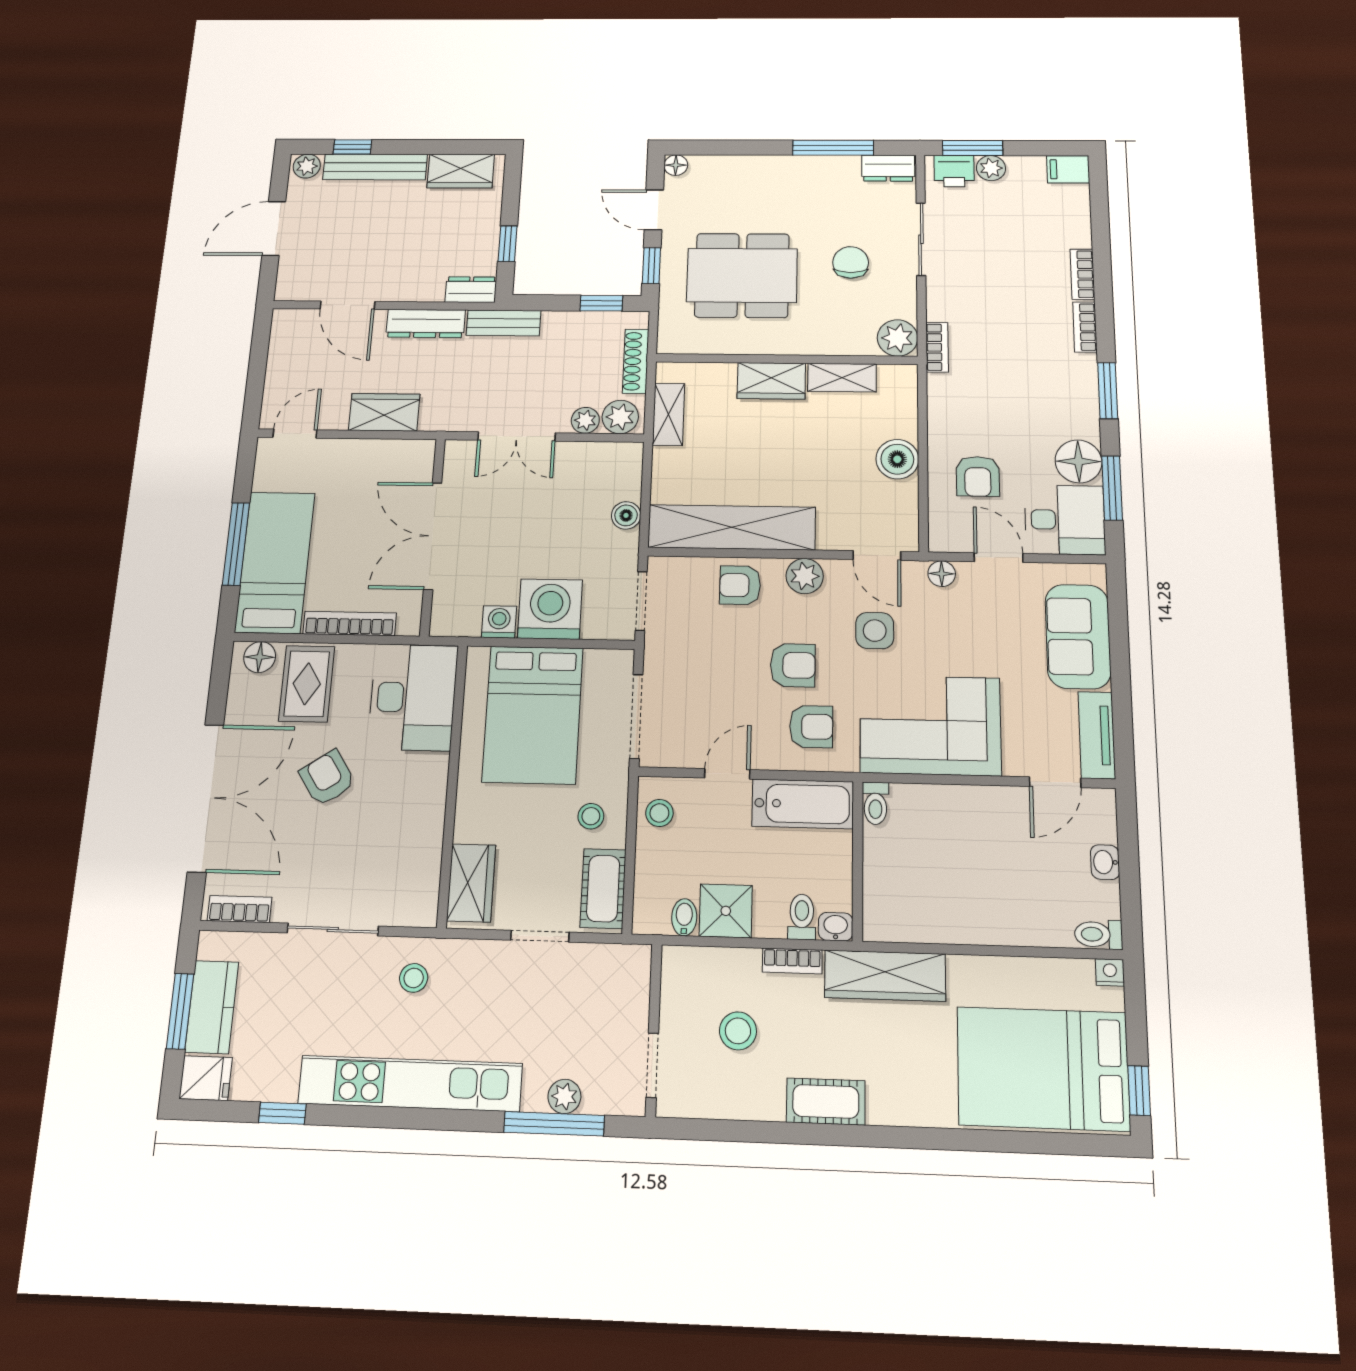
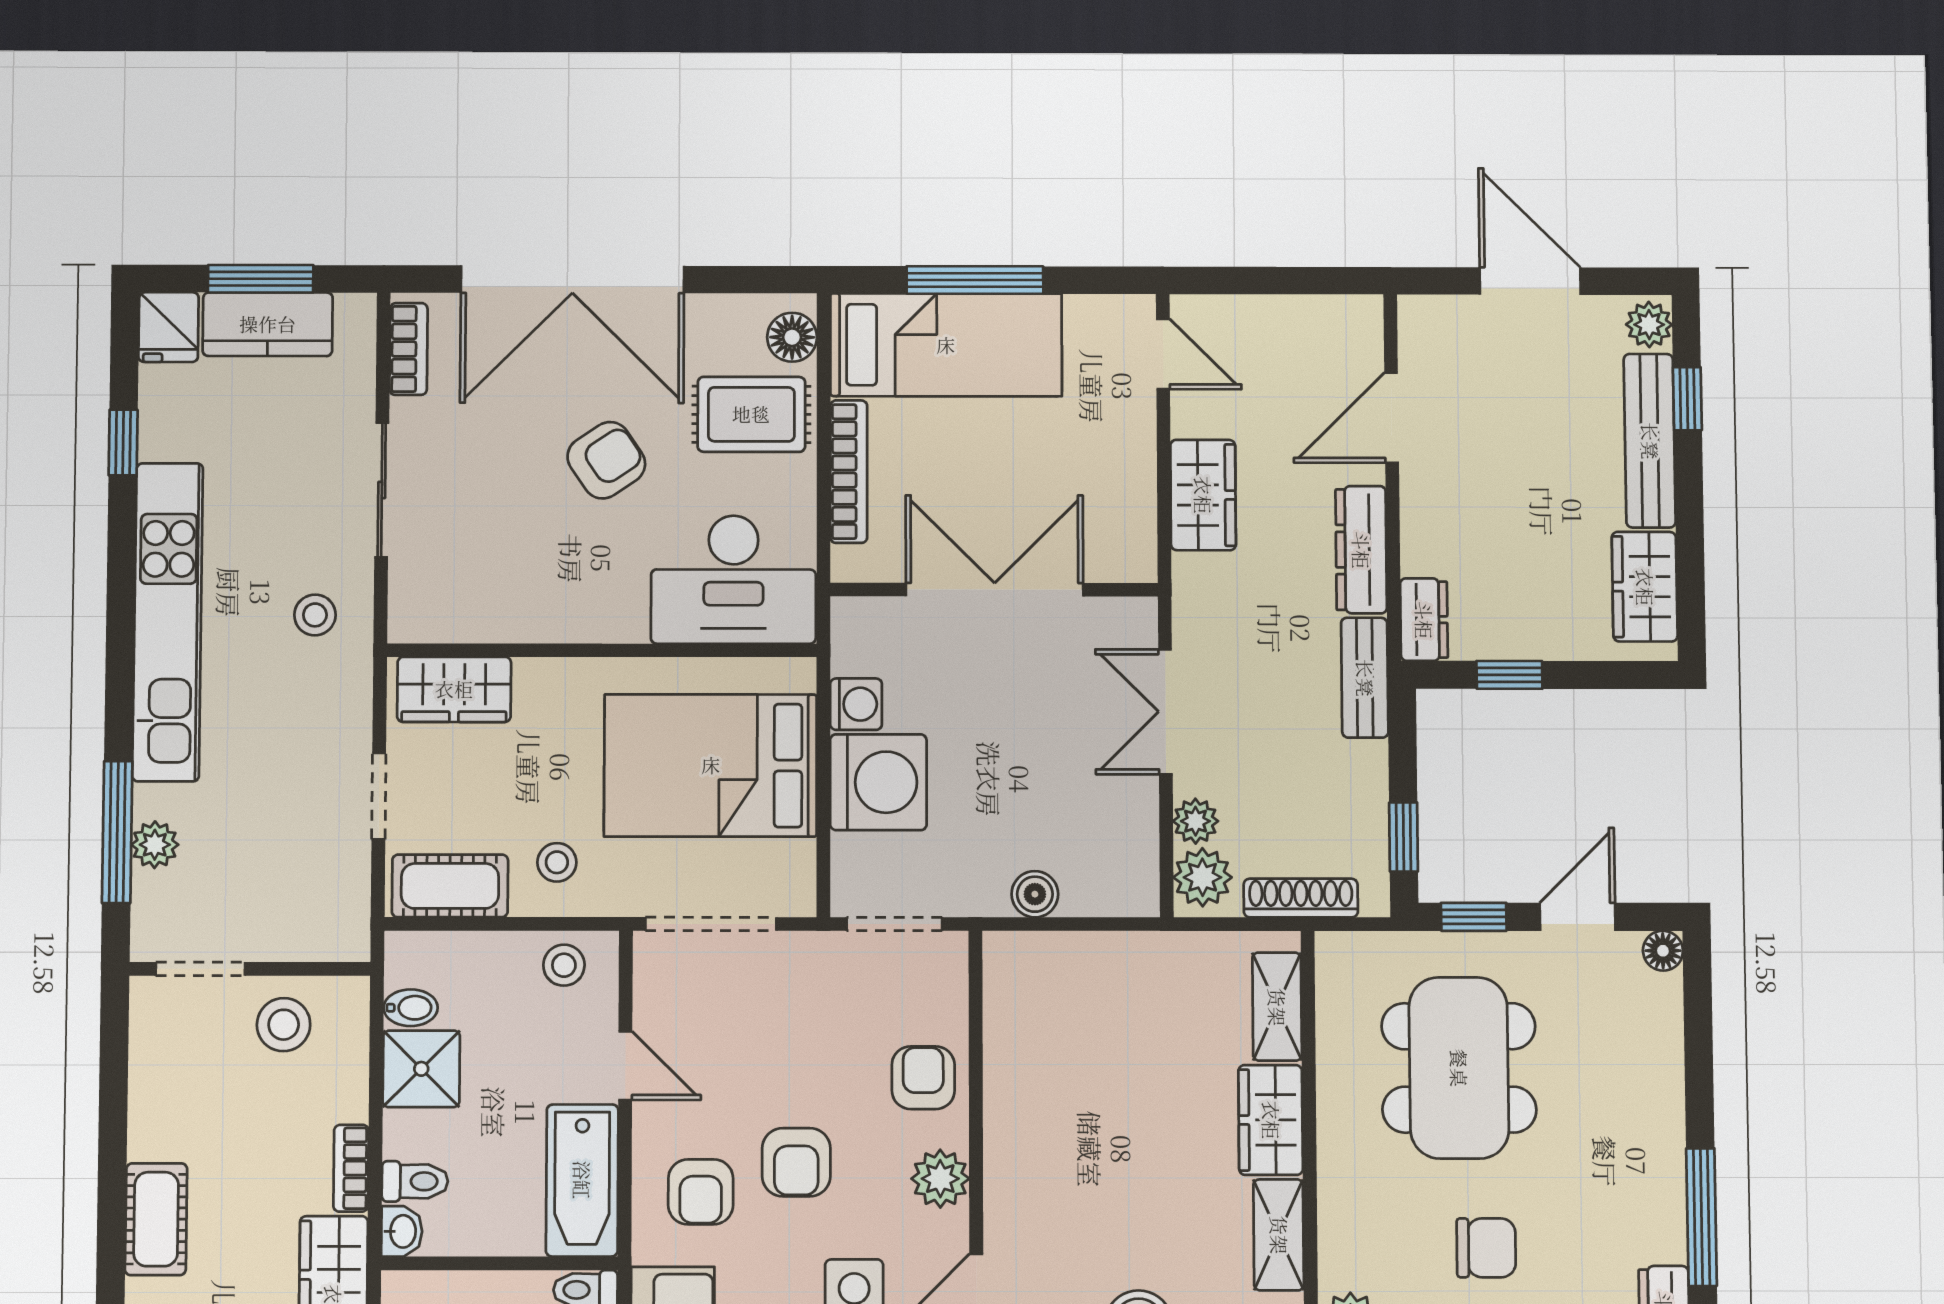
shelving: (668, 414) -> (1277, 1007), moved, turned 90
shelving: (732, 527) -> (1018, 1062), removed
stool: (738, 1031) -> (284, 1025), moved

